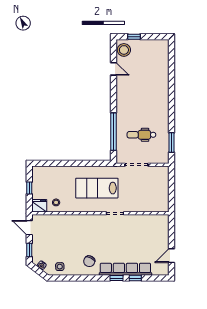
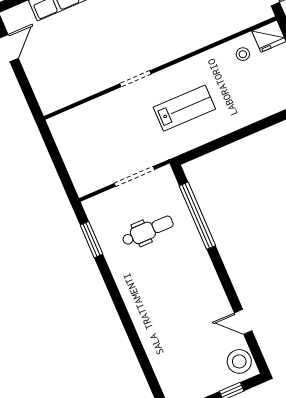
lab bench: (97, 188) -> (184, 108), width x0.73, depth x0.72

